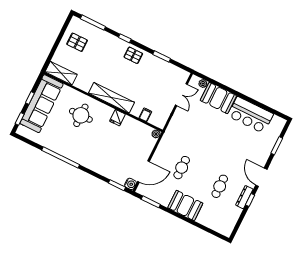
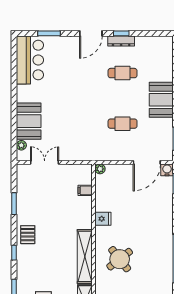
shelving: (111, 98) -> (85, 256), moved
round table: (81, 115) -> (120, 259), turned -38
bar counter: (251, 115) -> (30, 60), moved
door: (144, 171) -> (147, 162), swing flipped

